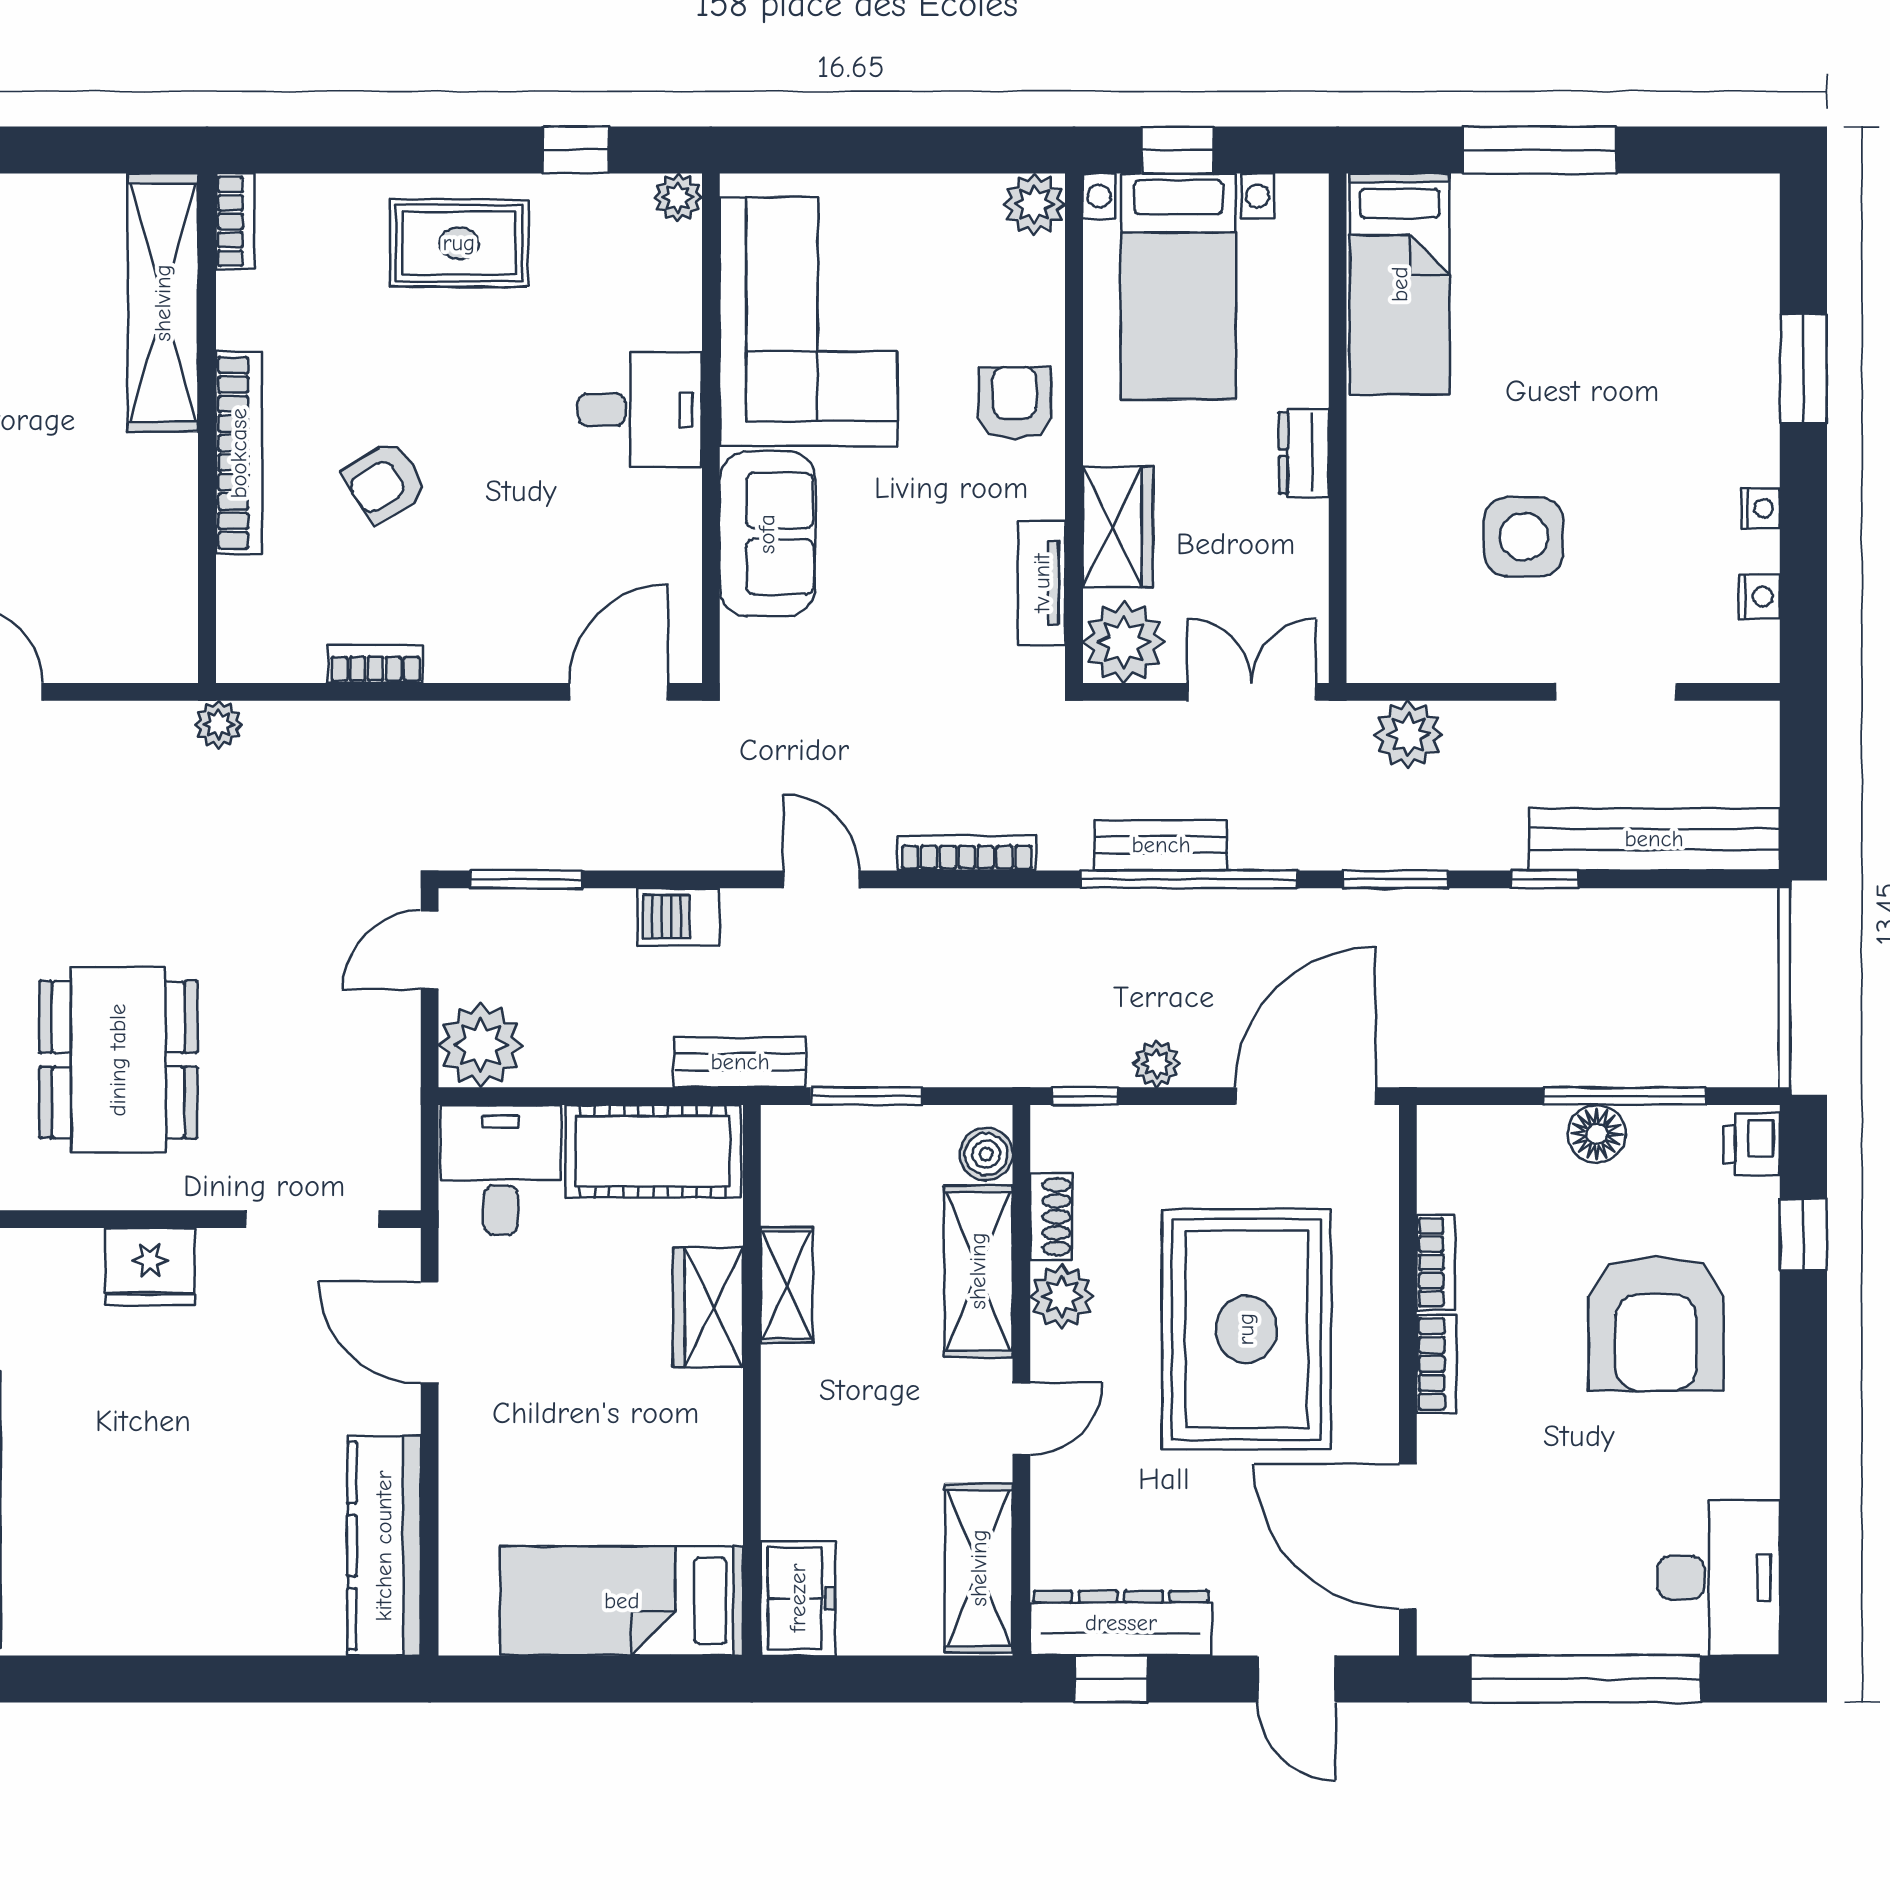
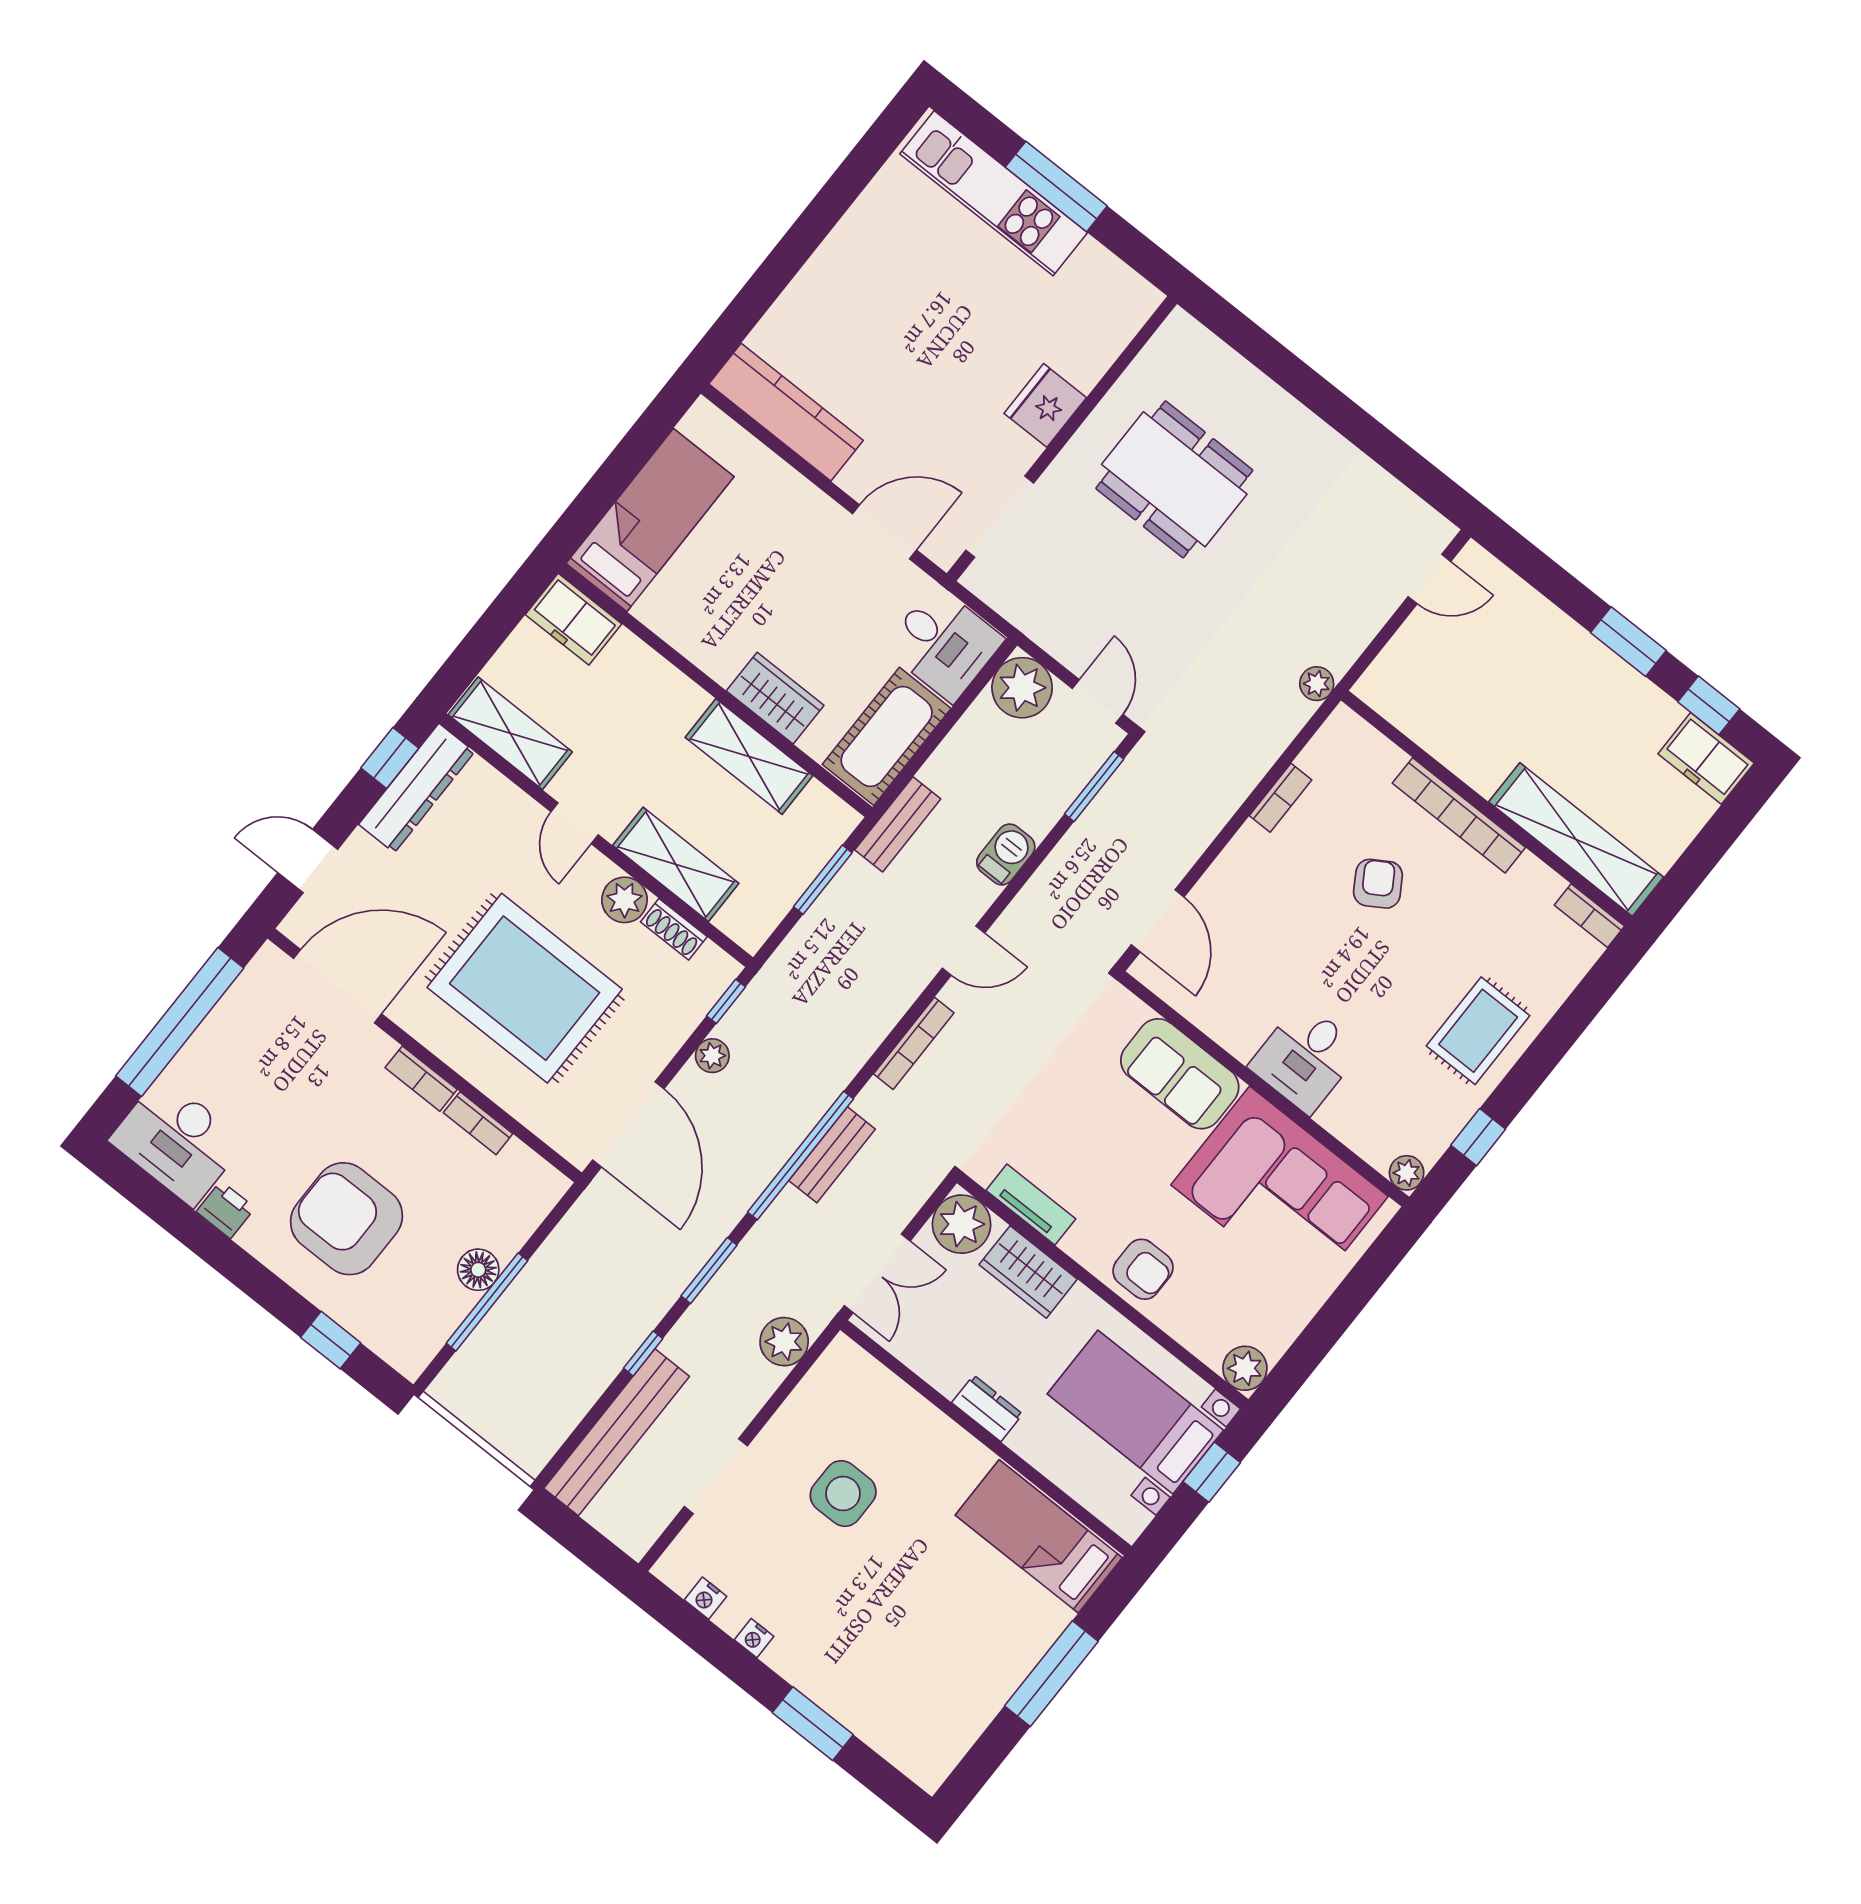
printer: (1752, 1144) -> (226, 1210), moved
boiler: (986, 1154) -> (737, 921), removed
shelving: (787, 1285) -> (749, 757), width x1.50, depth x1.33

